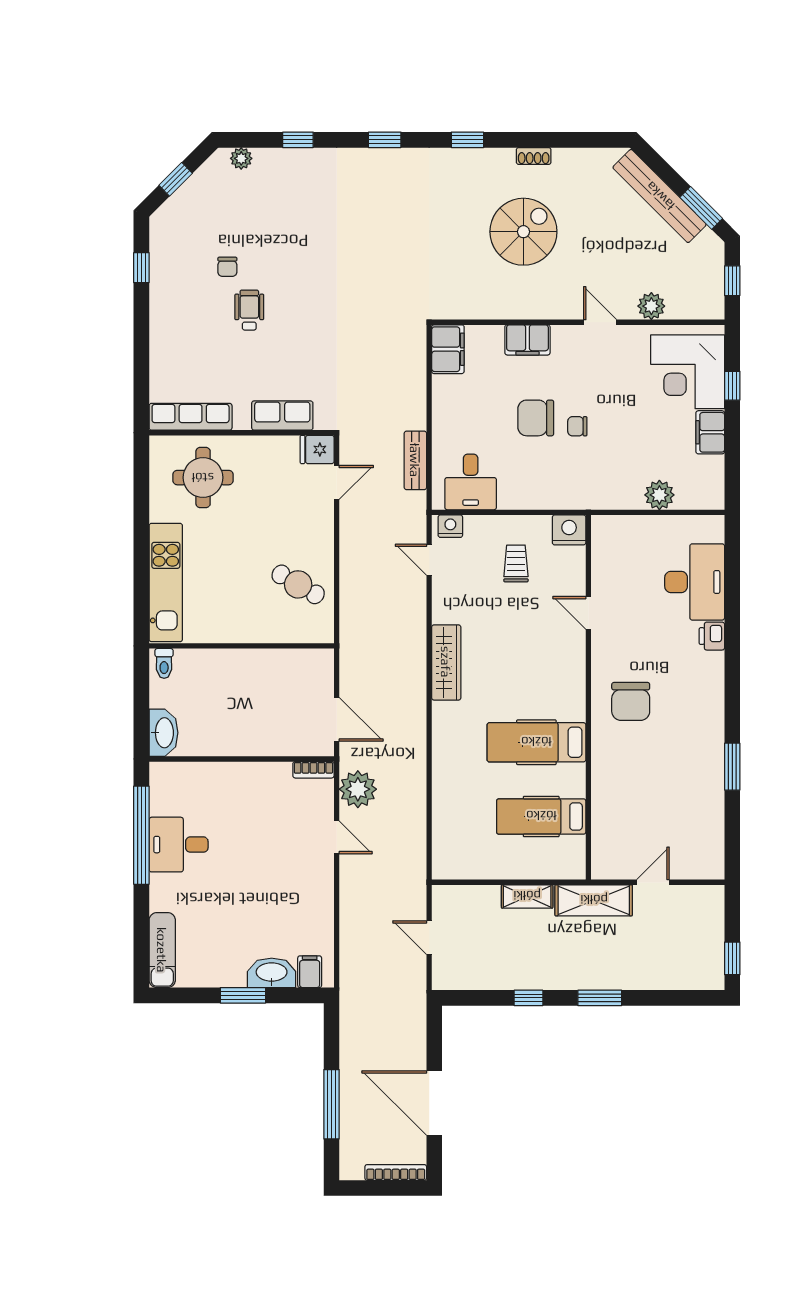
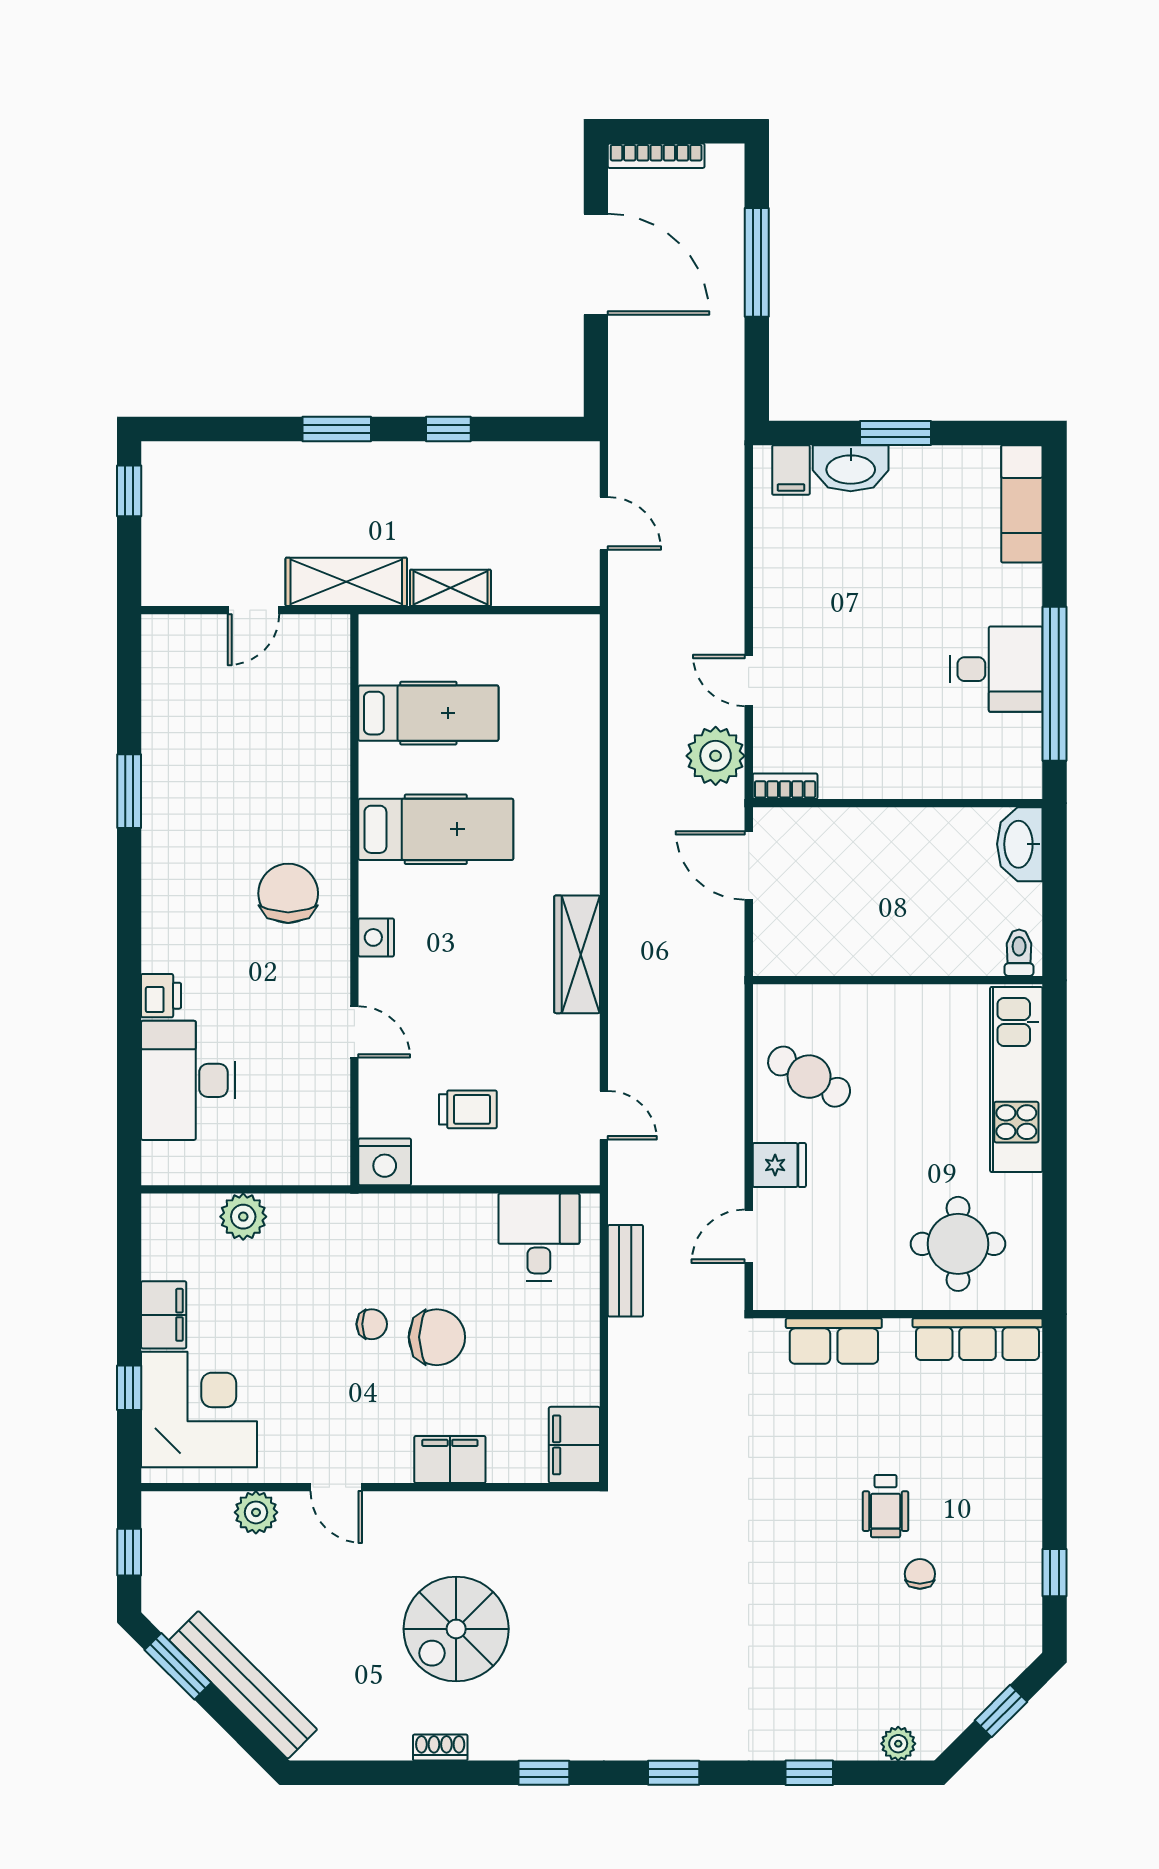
fridge: (317, 449) -> (779, 1165), moved
nightstand: (450, 526) -> (376, 937), moved, turned 90
trolley: (516, 563) -> (468, 1109), turned -90

